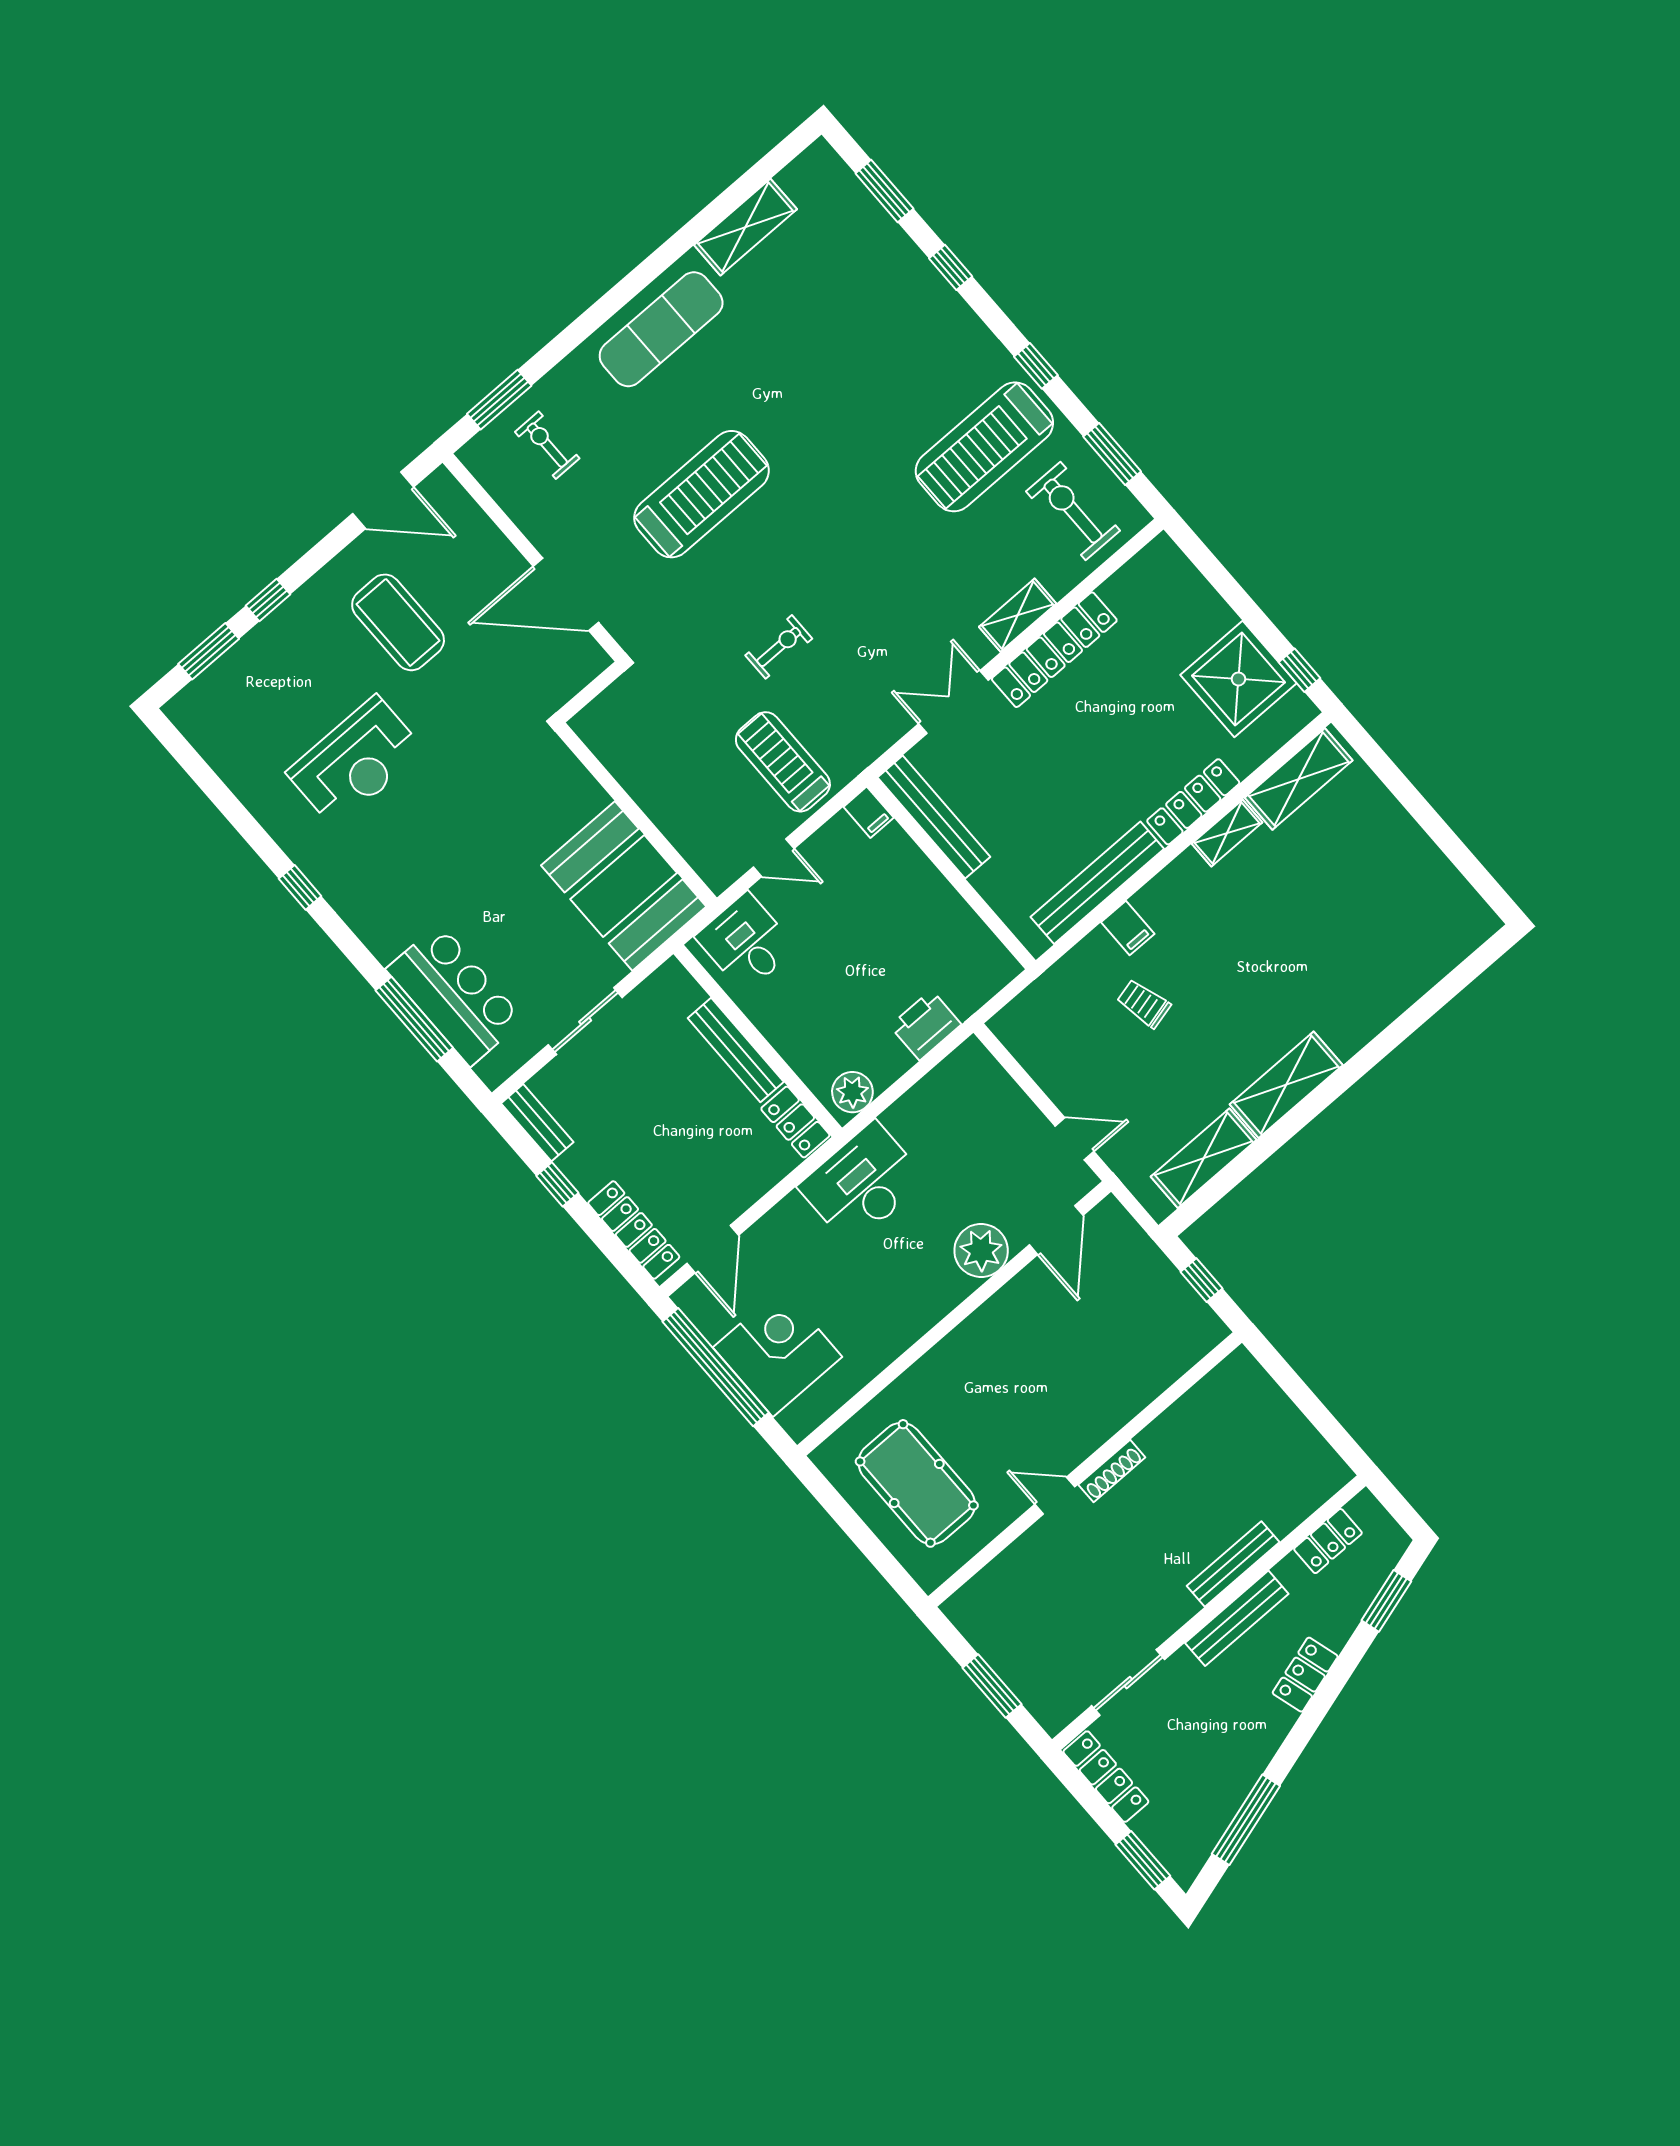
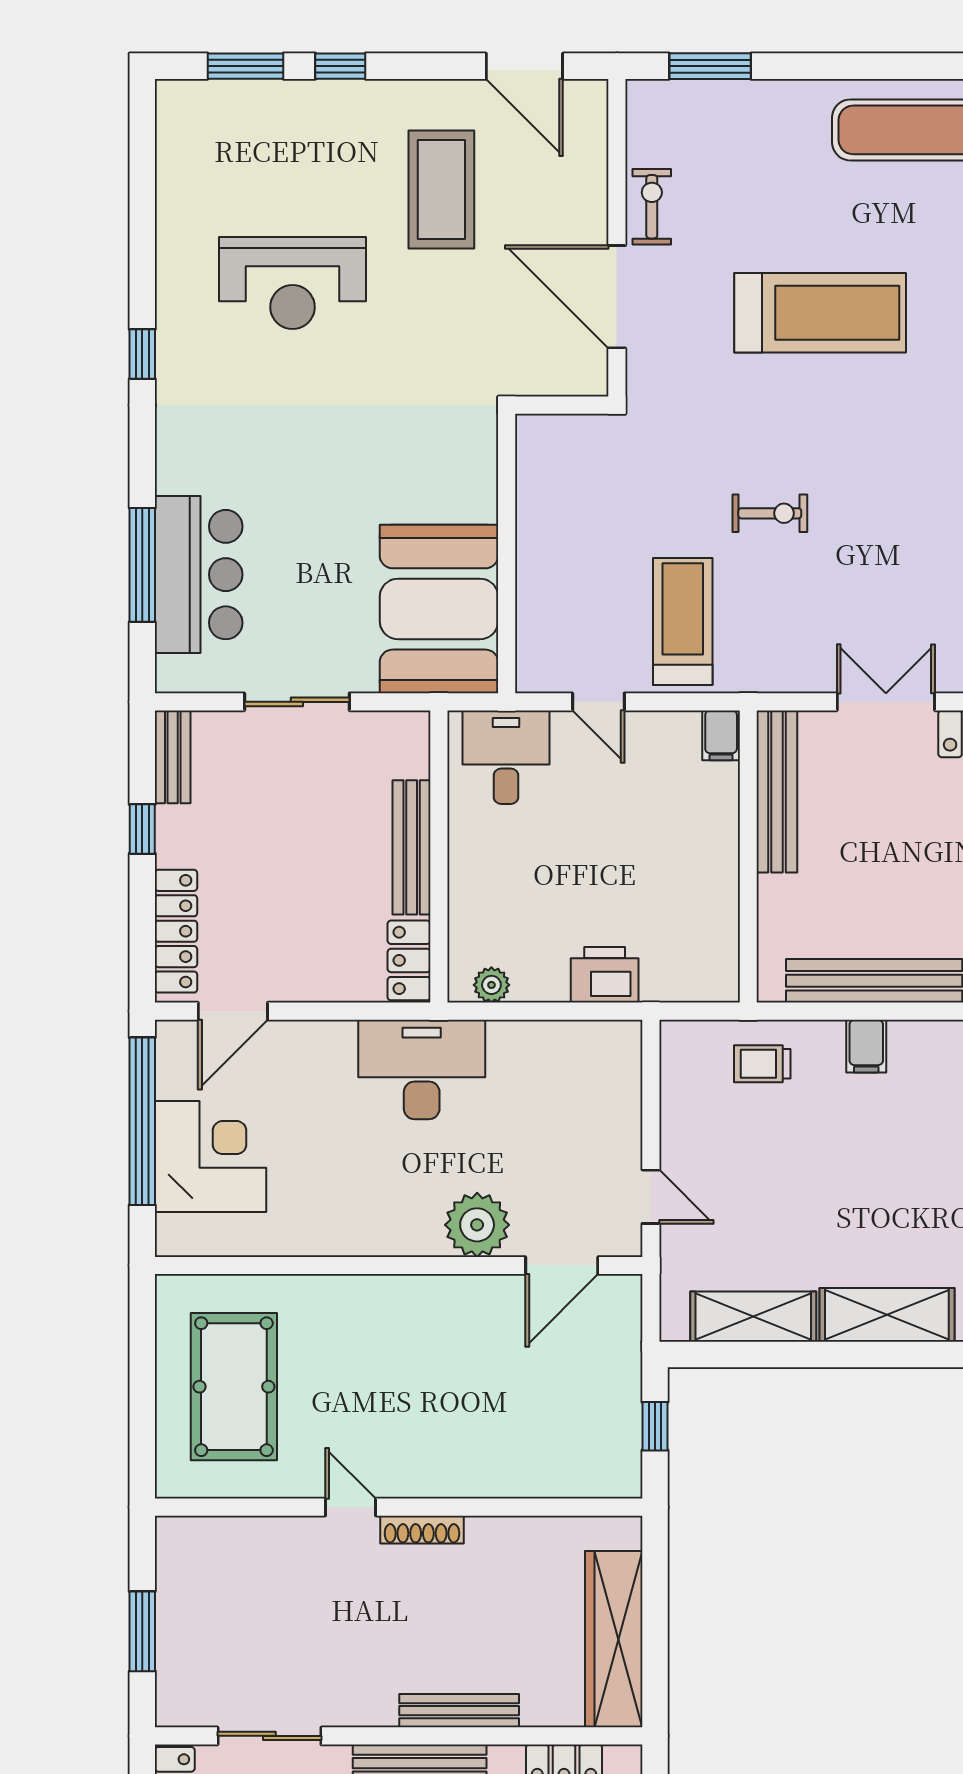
exercise bike: (547, 445) -> (652, 207), moved
trolley: (1144, 1004) -> (762, 1064), moved, turned -76
plant: (852, 1092) -> (491, 985), width x0.73, depth x0.73
wardrobe: (1291, 1436) -> (614, 1639), added

